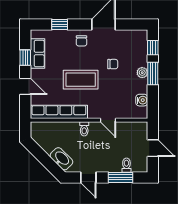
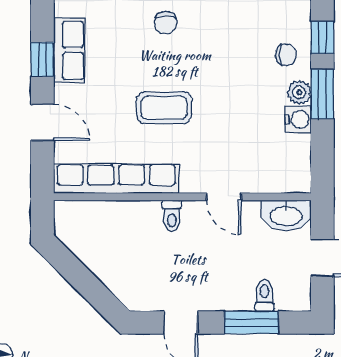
chair: (113, 64) -> (286, 55), moved
coffee table: (81, 80) -> (164, 108), width x0.73, depth x0.76
water cooler: (142, 100) -> (298, 119), moved
washbasin: (61, 159) -> (286, 215), moved, turned 135

